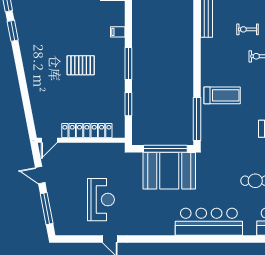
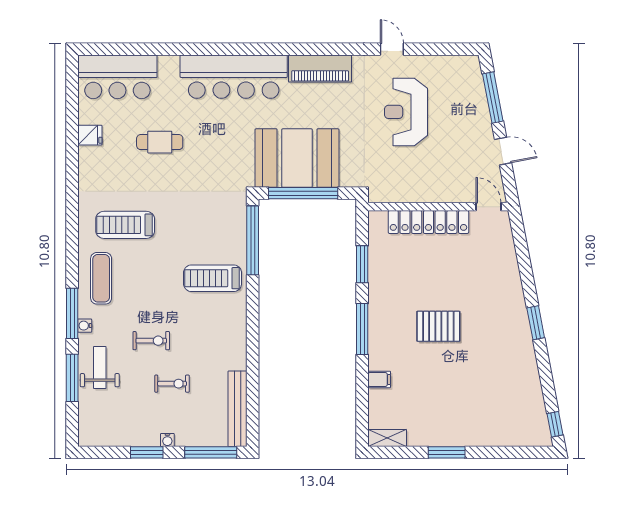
window: (13, 31) -> (536, 323), moved
door: (49, 140) -> (488, 207), hinge flipped
piano: (155, 227) -> (320, 69), added

